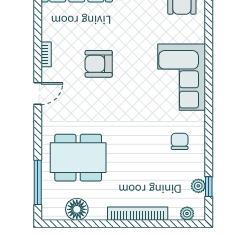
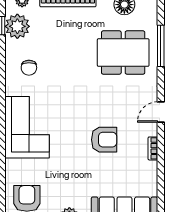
window: (38, 182) -> (161, 46), moved
plant: (198, 186) -> (17, 26), width x1.88, depth x1.88

